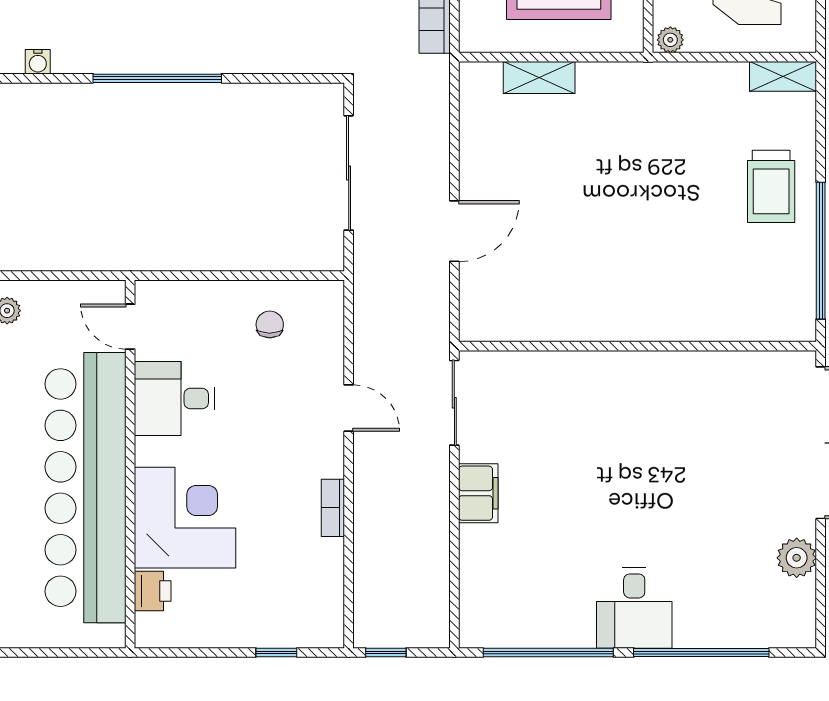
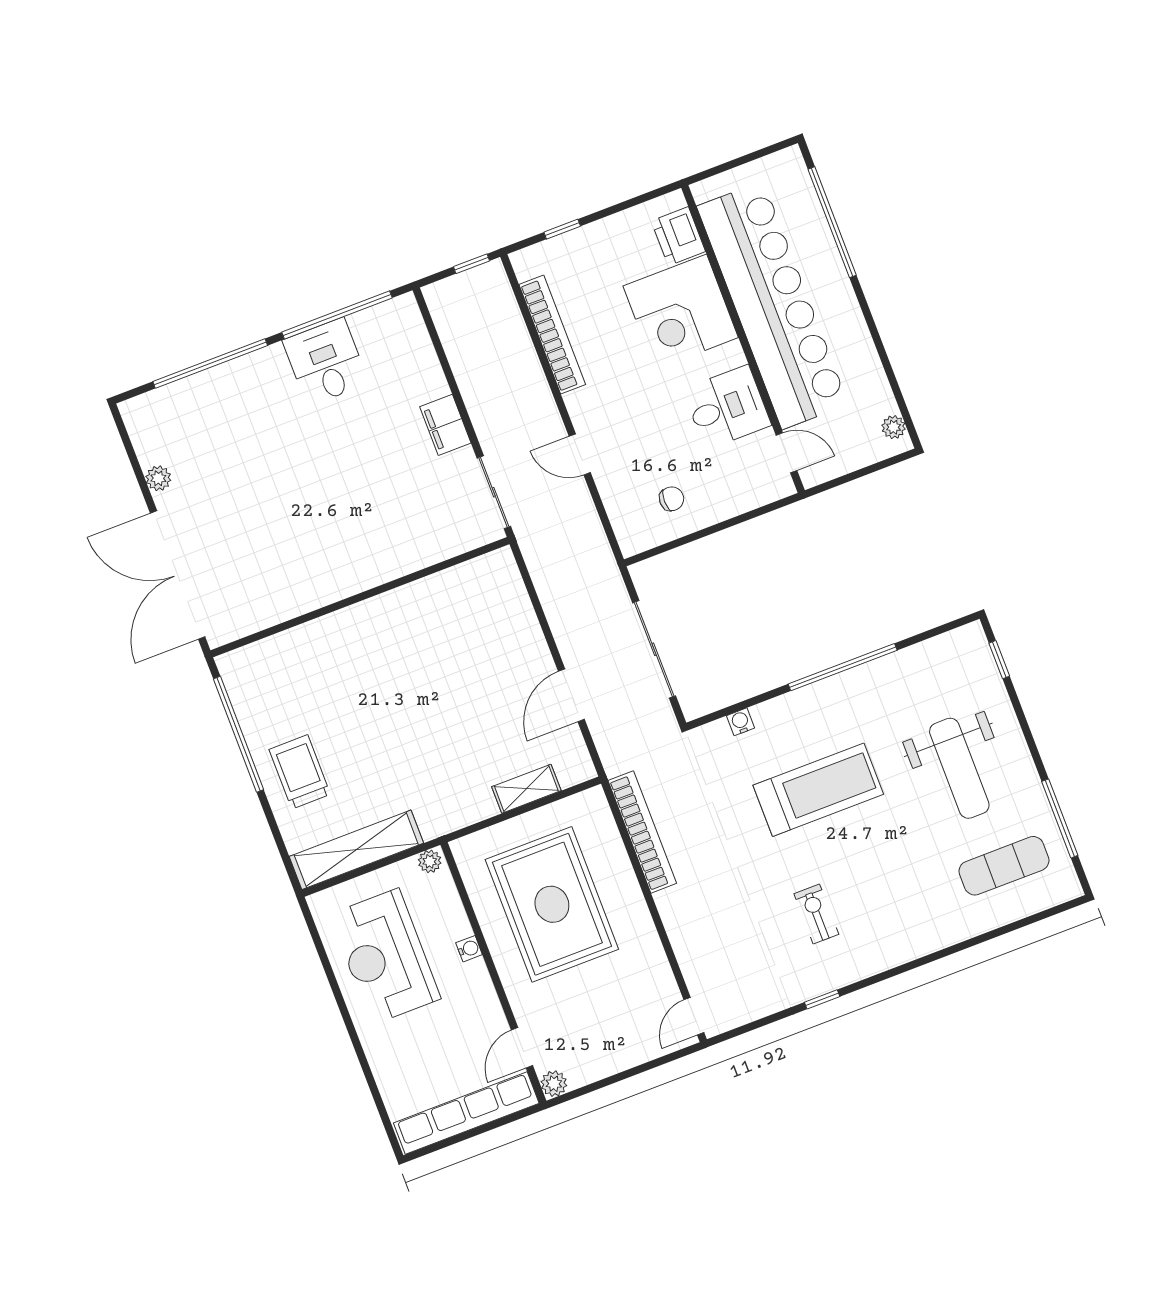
water cooler: (38, 62) -> (741, 722), moved
shelving: (783, 76) -> (356, 850), width x2.20, depth x1.33
door: (454, 231) -> (571, 695), moved
chair: (270, 324) -> (672, 499), turned -90
bookcase: (333, 508) -> (552, 335), width x2.31, depth x1.31
plant: (797, 558) -> (158, 478), width x0.73, depth x0.73
printer: (153, 591) -> (678, 236), width x1.36, depth x1.24
desk: (634, 608) -> (326, 362), moved

